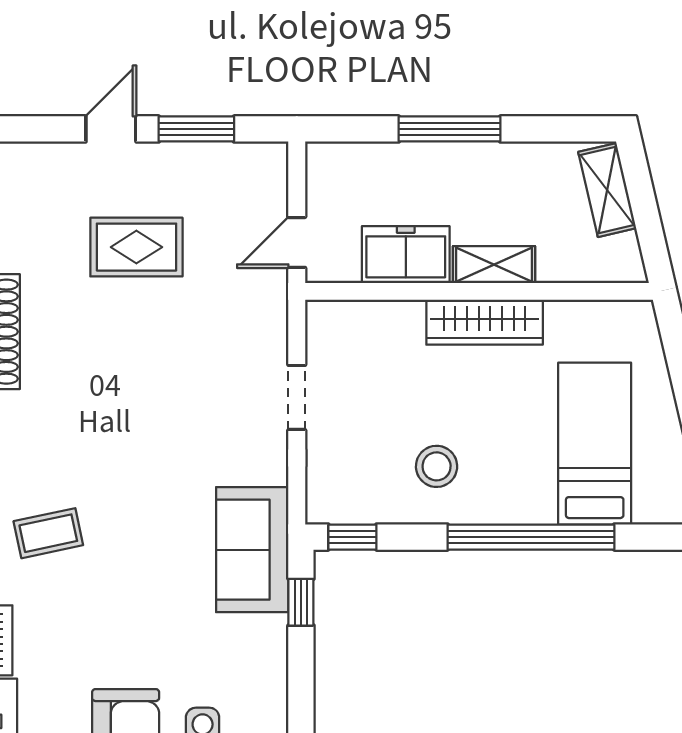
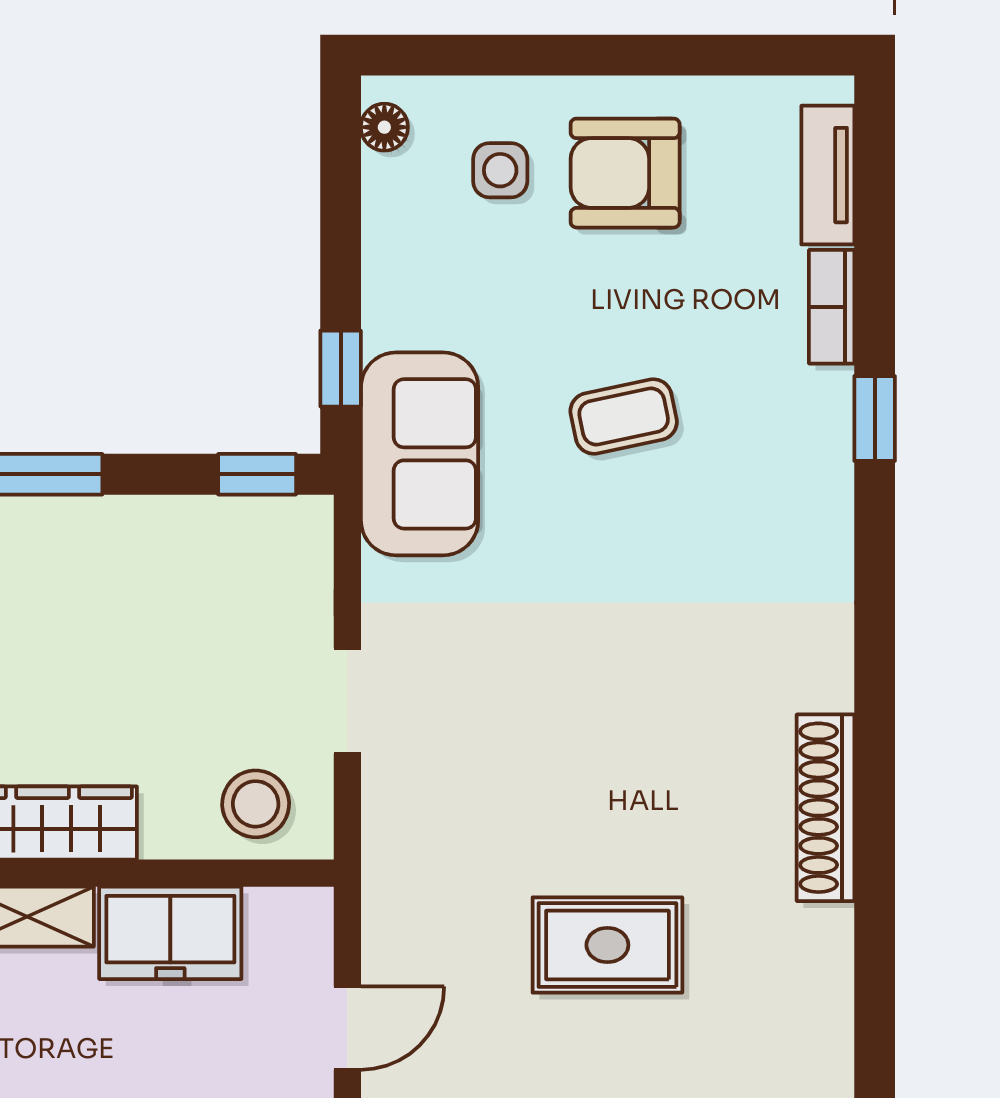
door: (297, 242) -> (347, 1028), moved
stool: (437, 466) -> (256, 804), moved
coffee table: (48, 533) -> (624, 416), moved

